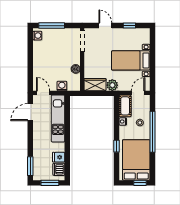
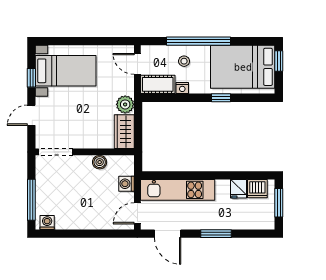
bed with nightstands: (131, 60) -> (66, 71), moved, turned -90
window: (30, 166) -> (216, 234), moved

